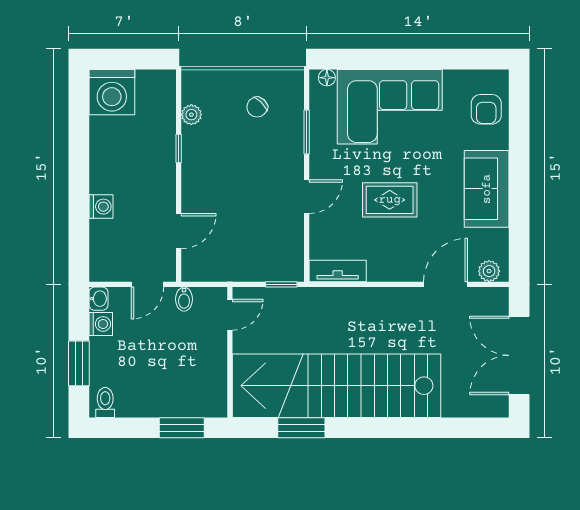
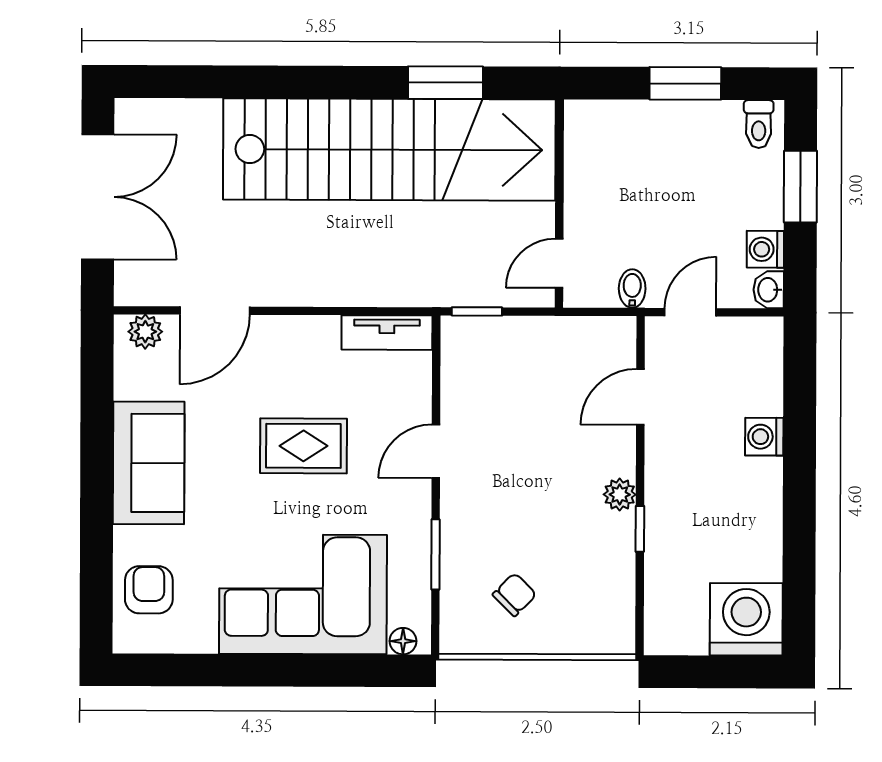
plant: (191, 115) -> (620, 494), moved
window: (182, 428) -> (685, 83), moved

